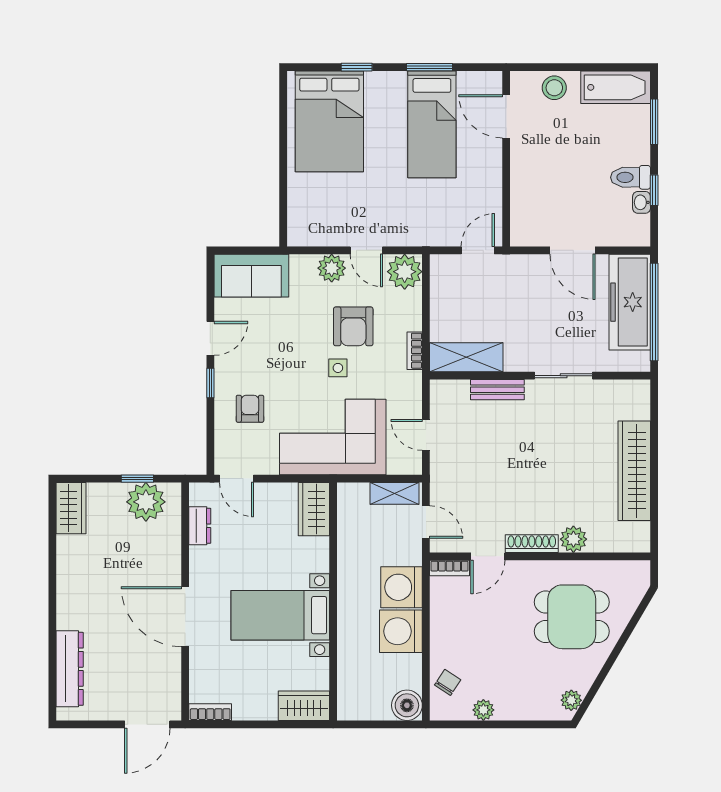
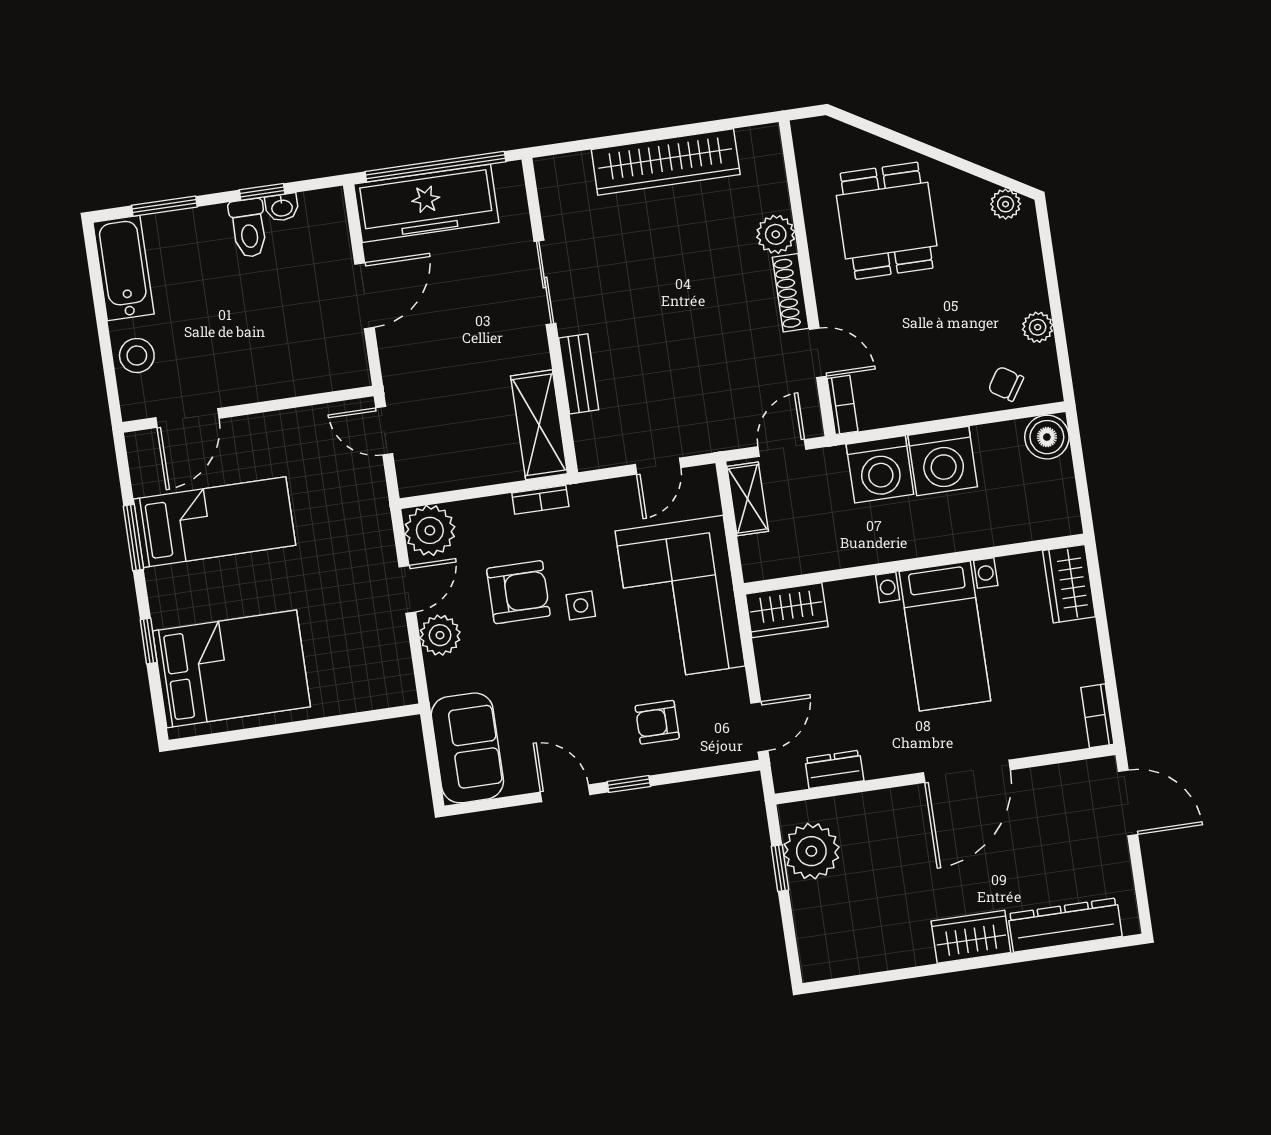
wardrobe: (71, 508) -> (971, 937), moved

